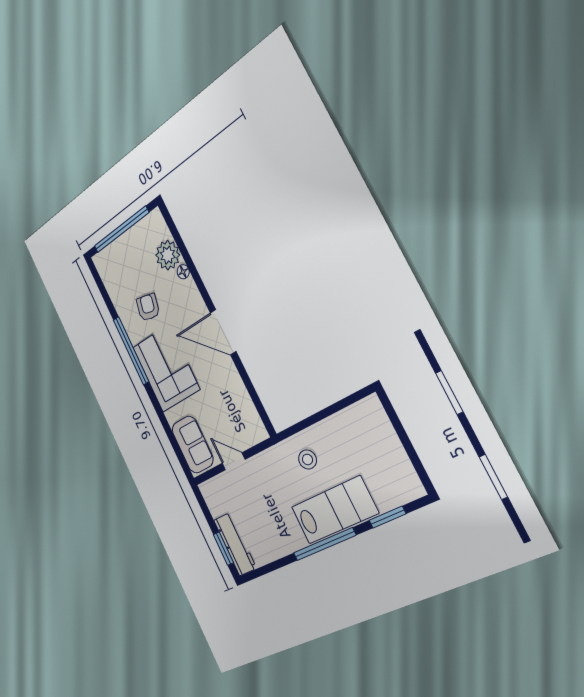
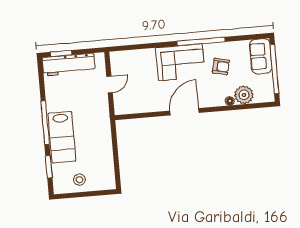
sofa: (193, 445) -> (261, 56), moved, turned 90
stool: (308, 459) -> (79, 180), moved
workbench: (235, 544) -> (69, 65), width x1.36, depth x1.32

